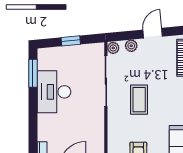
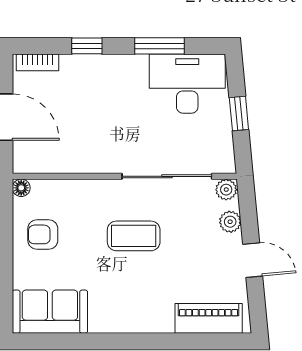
window: (33, 73) -> (159, 46), moved
desk: (54, 92) -> (187, 84), moved
window: (33, 126) -> (87, 46), added

